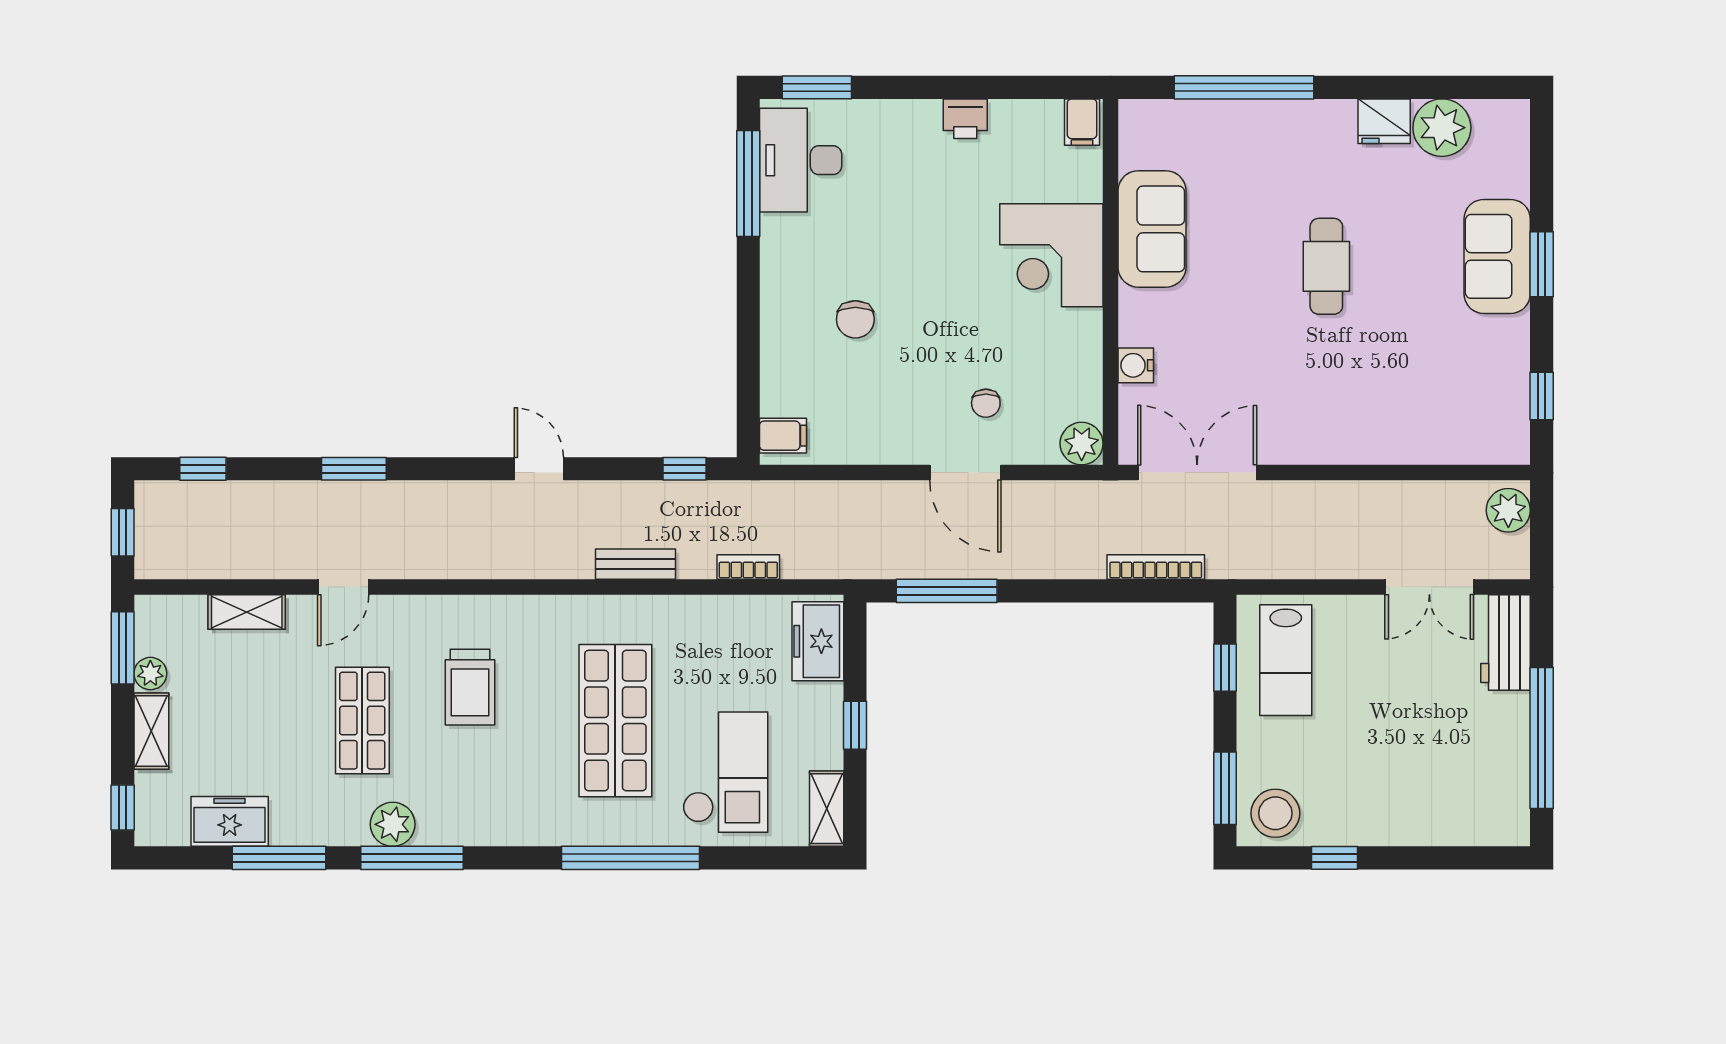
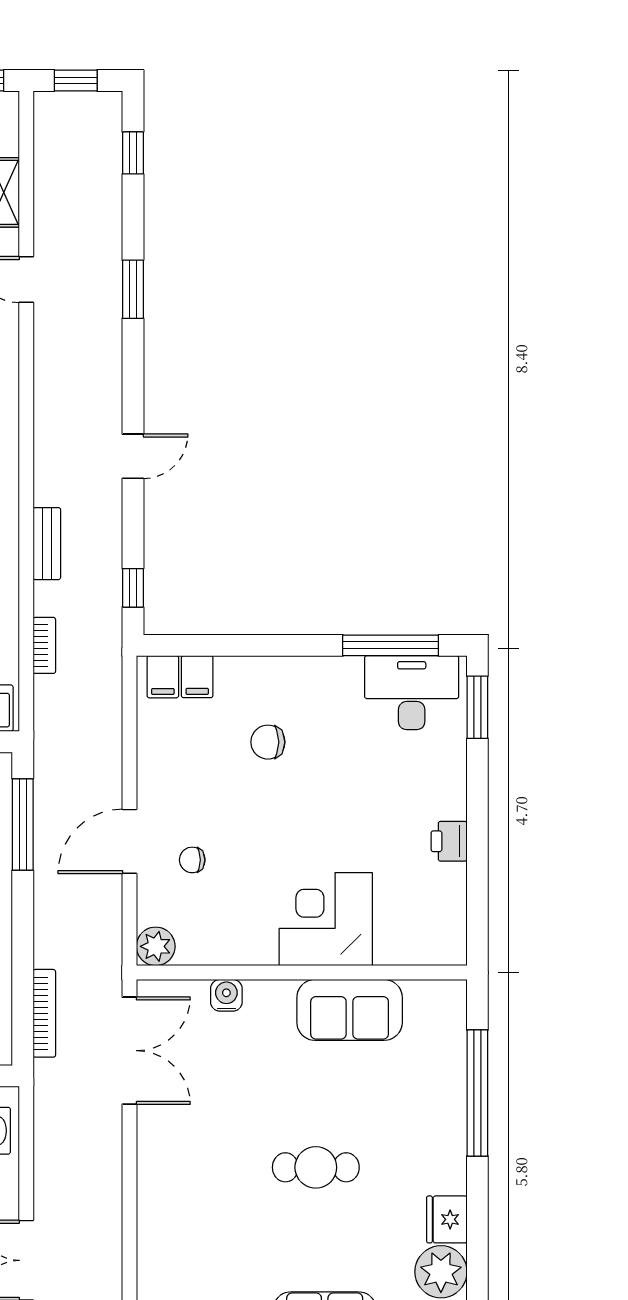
filing cabinet: (1082, 122) -> (197, 677), moved, turned -90

